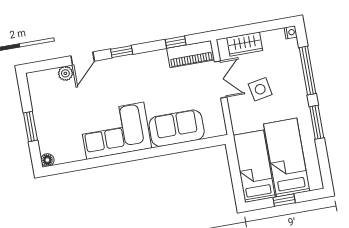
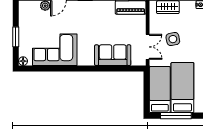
double door: (221, 79) -> (148, 47), moved
corner sofa: (115, 131) -> (55, 50), moved
window: (284, 200) -> (176, 116), width x2.17

